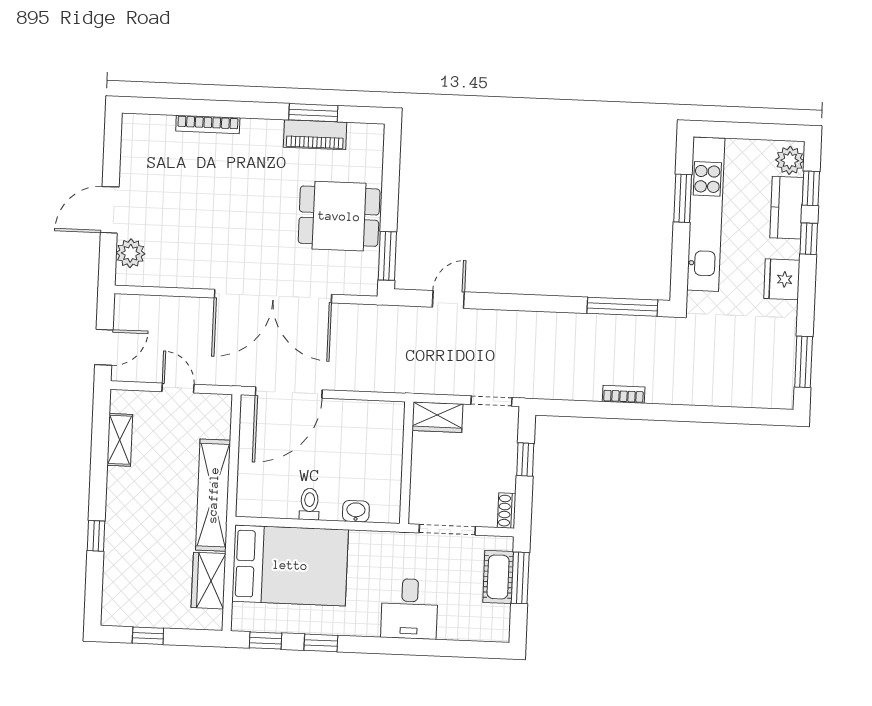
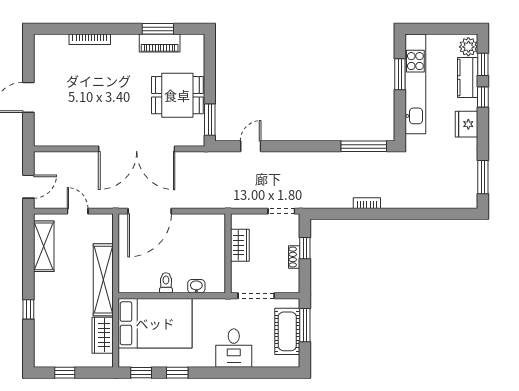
plant: (131, 253) -> (43, 125), removed
wardrobe: (437, 417) -> (240, 245), moved, turned -90
shelving: (120, 440) -> (44, 246), width x1.50, depth x1.33
shoe rack: (507, 511) -> (294, 257), moved
cot: (498, 577) -> (287, 331), width x1.37, depth x1.34

